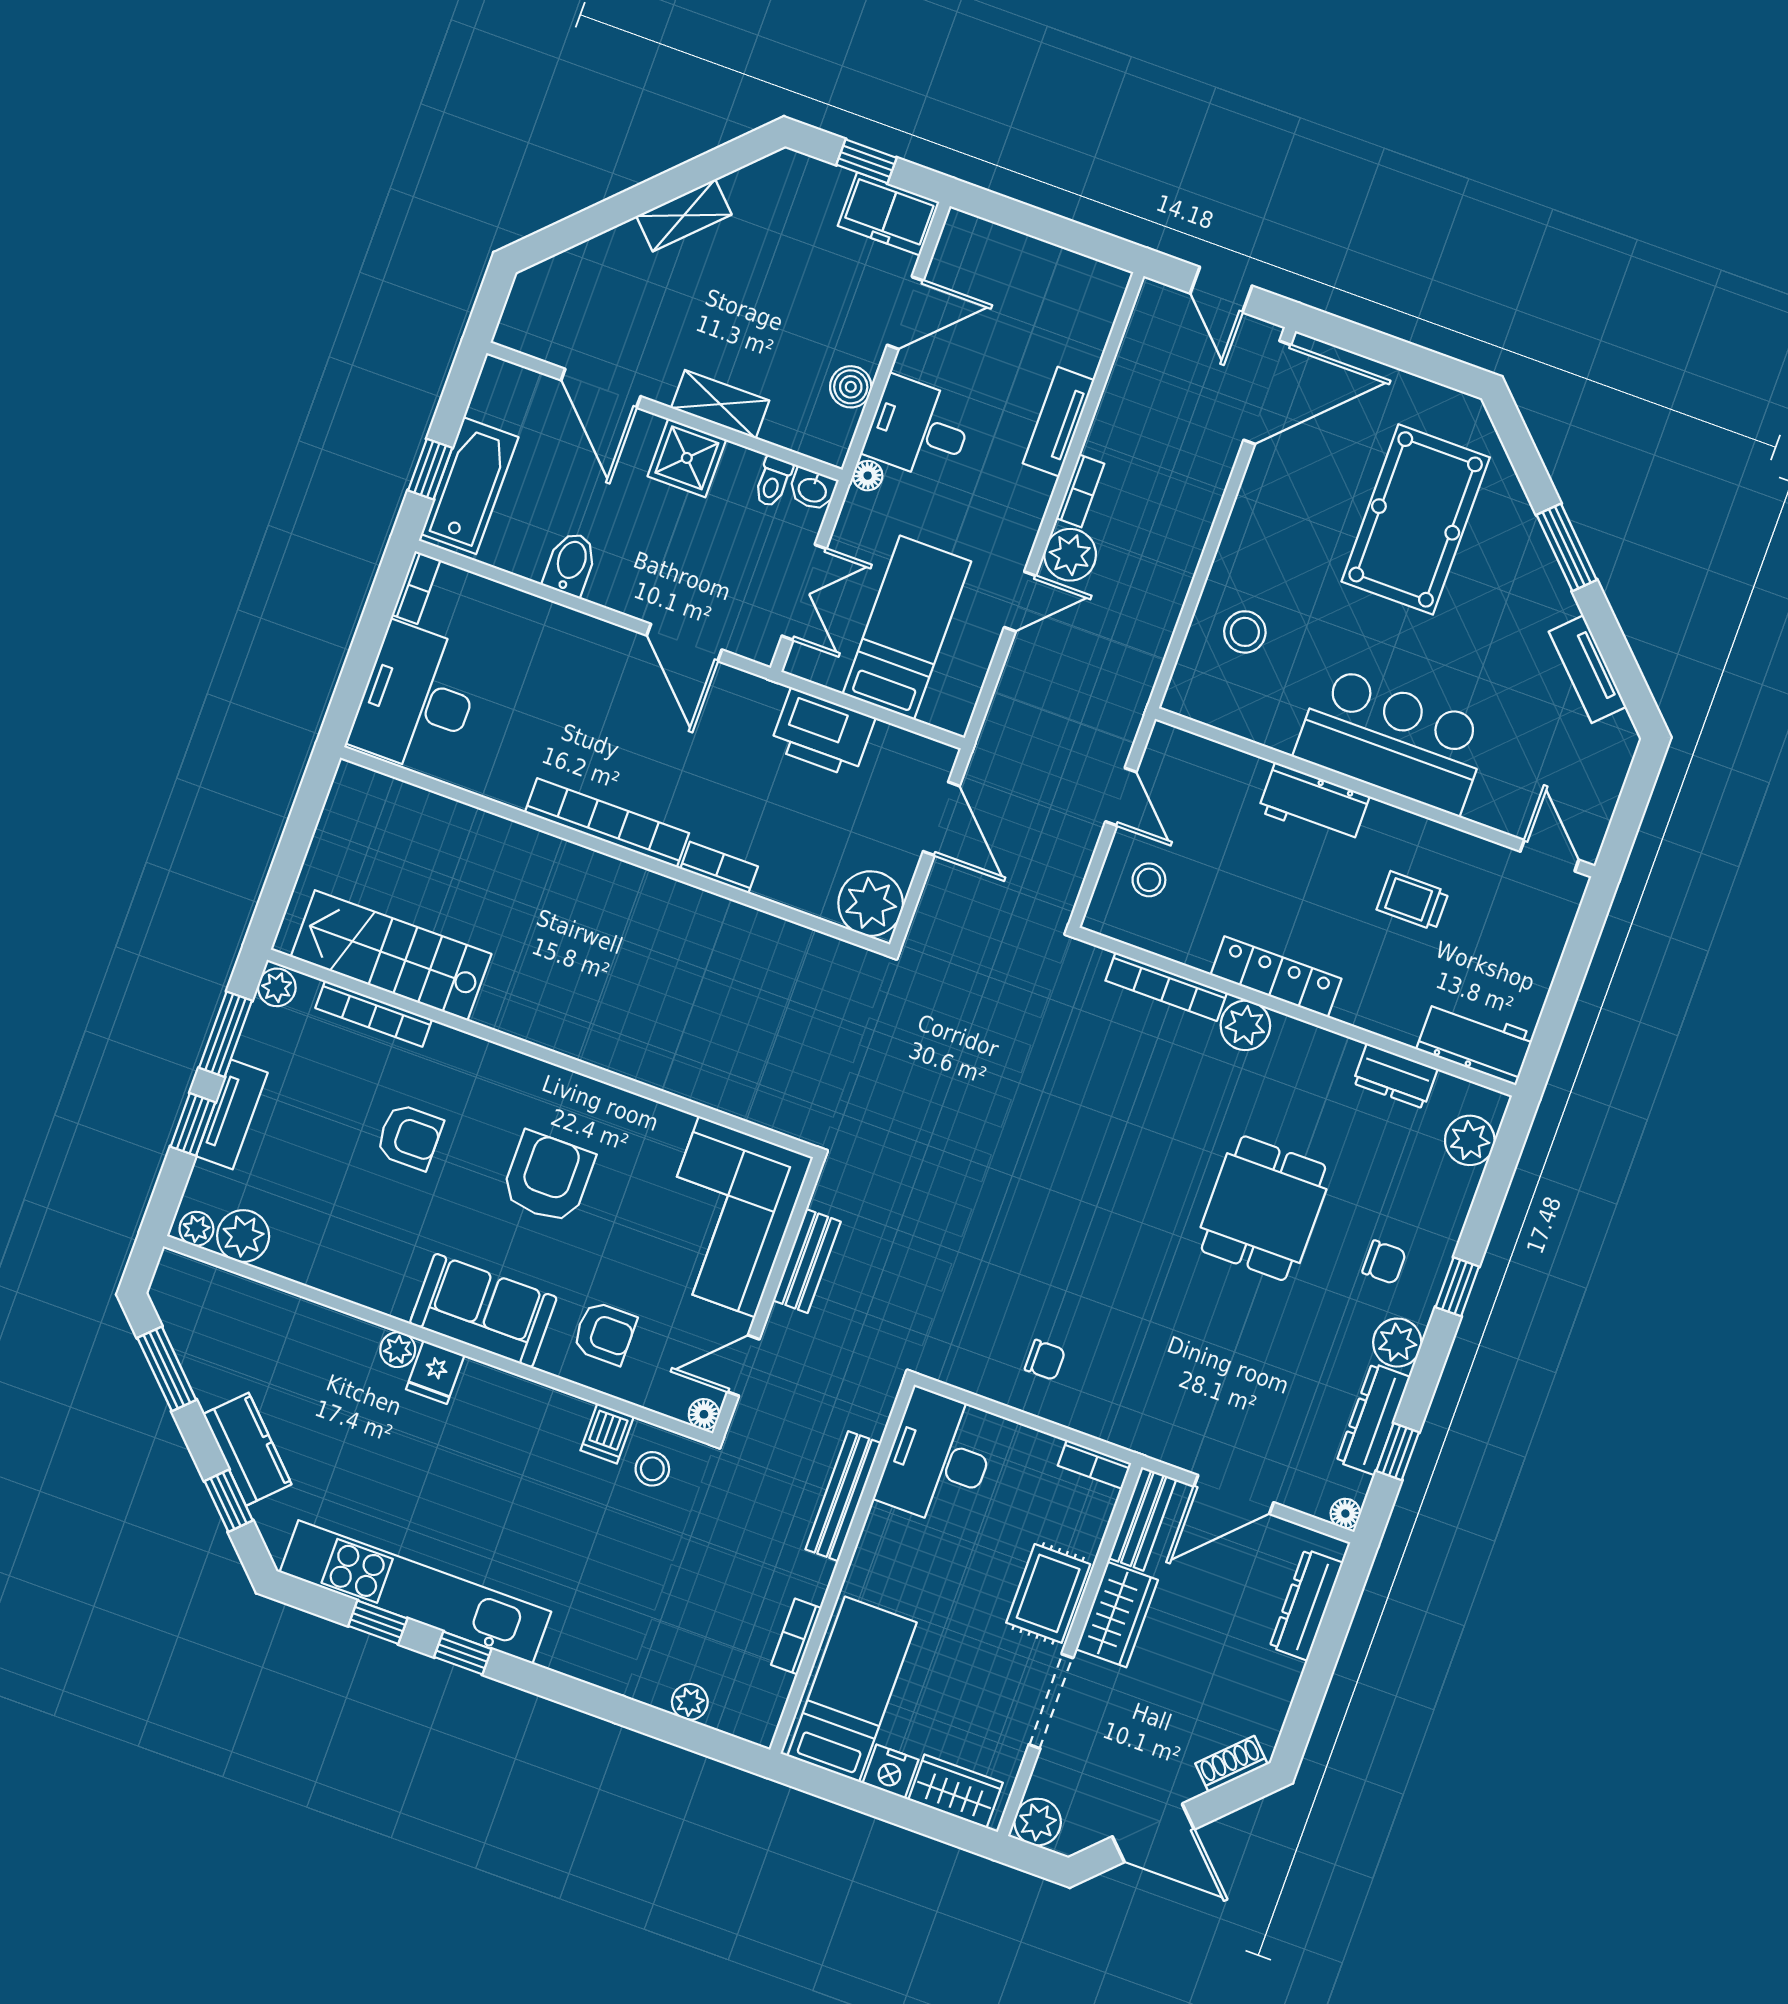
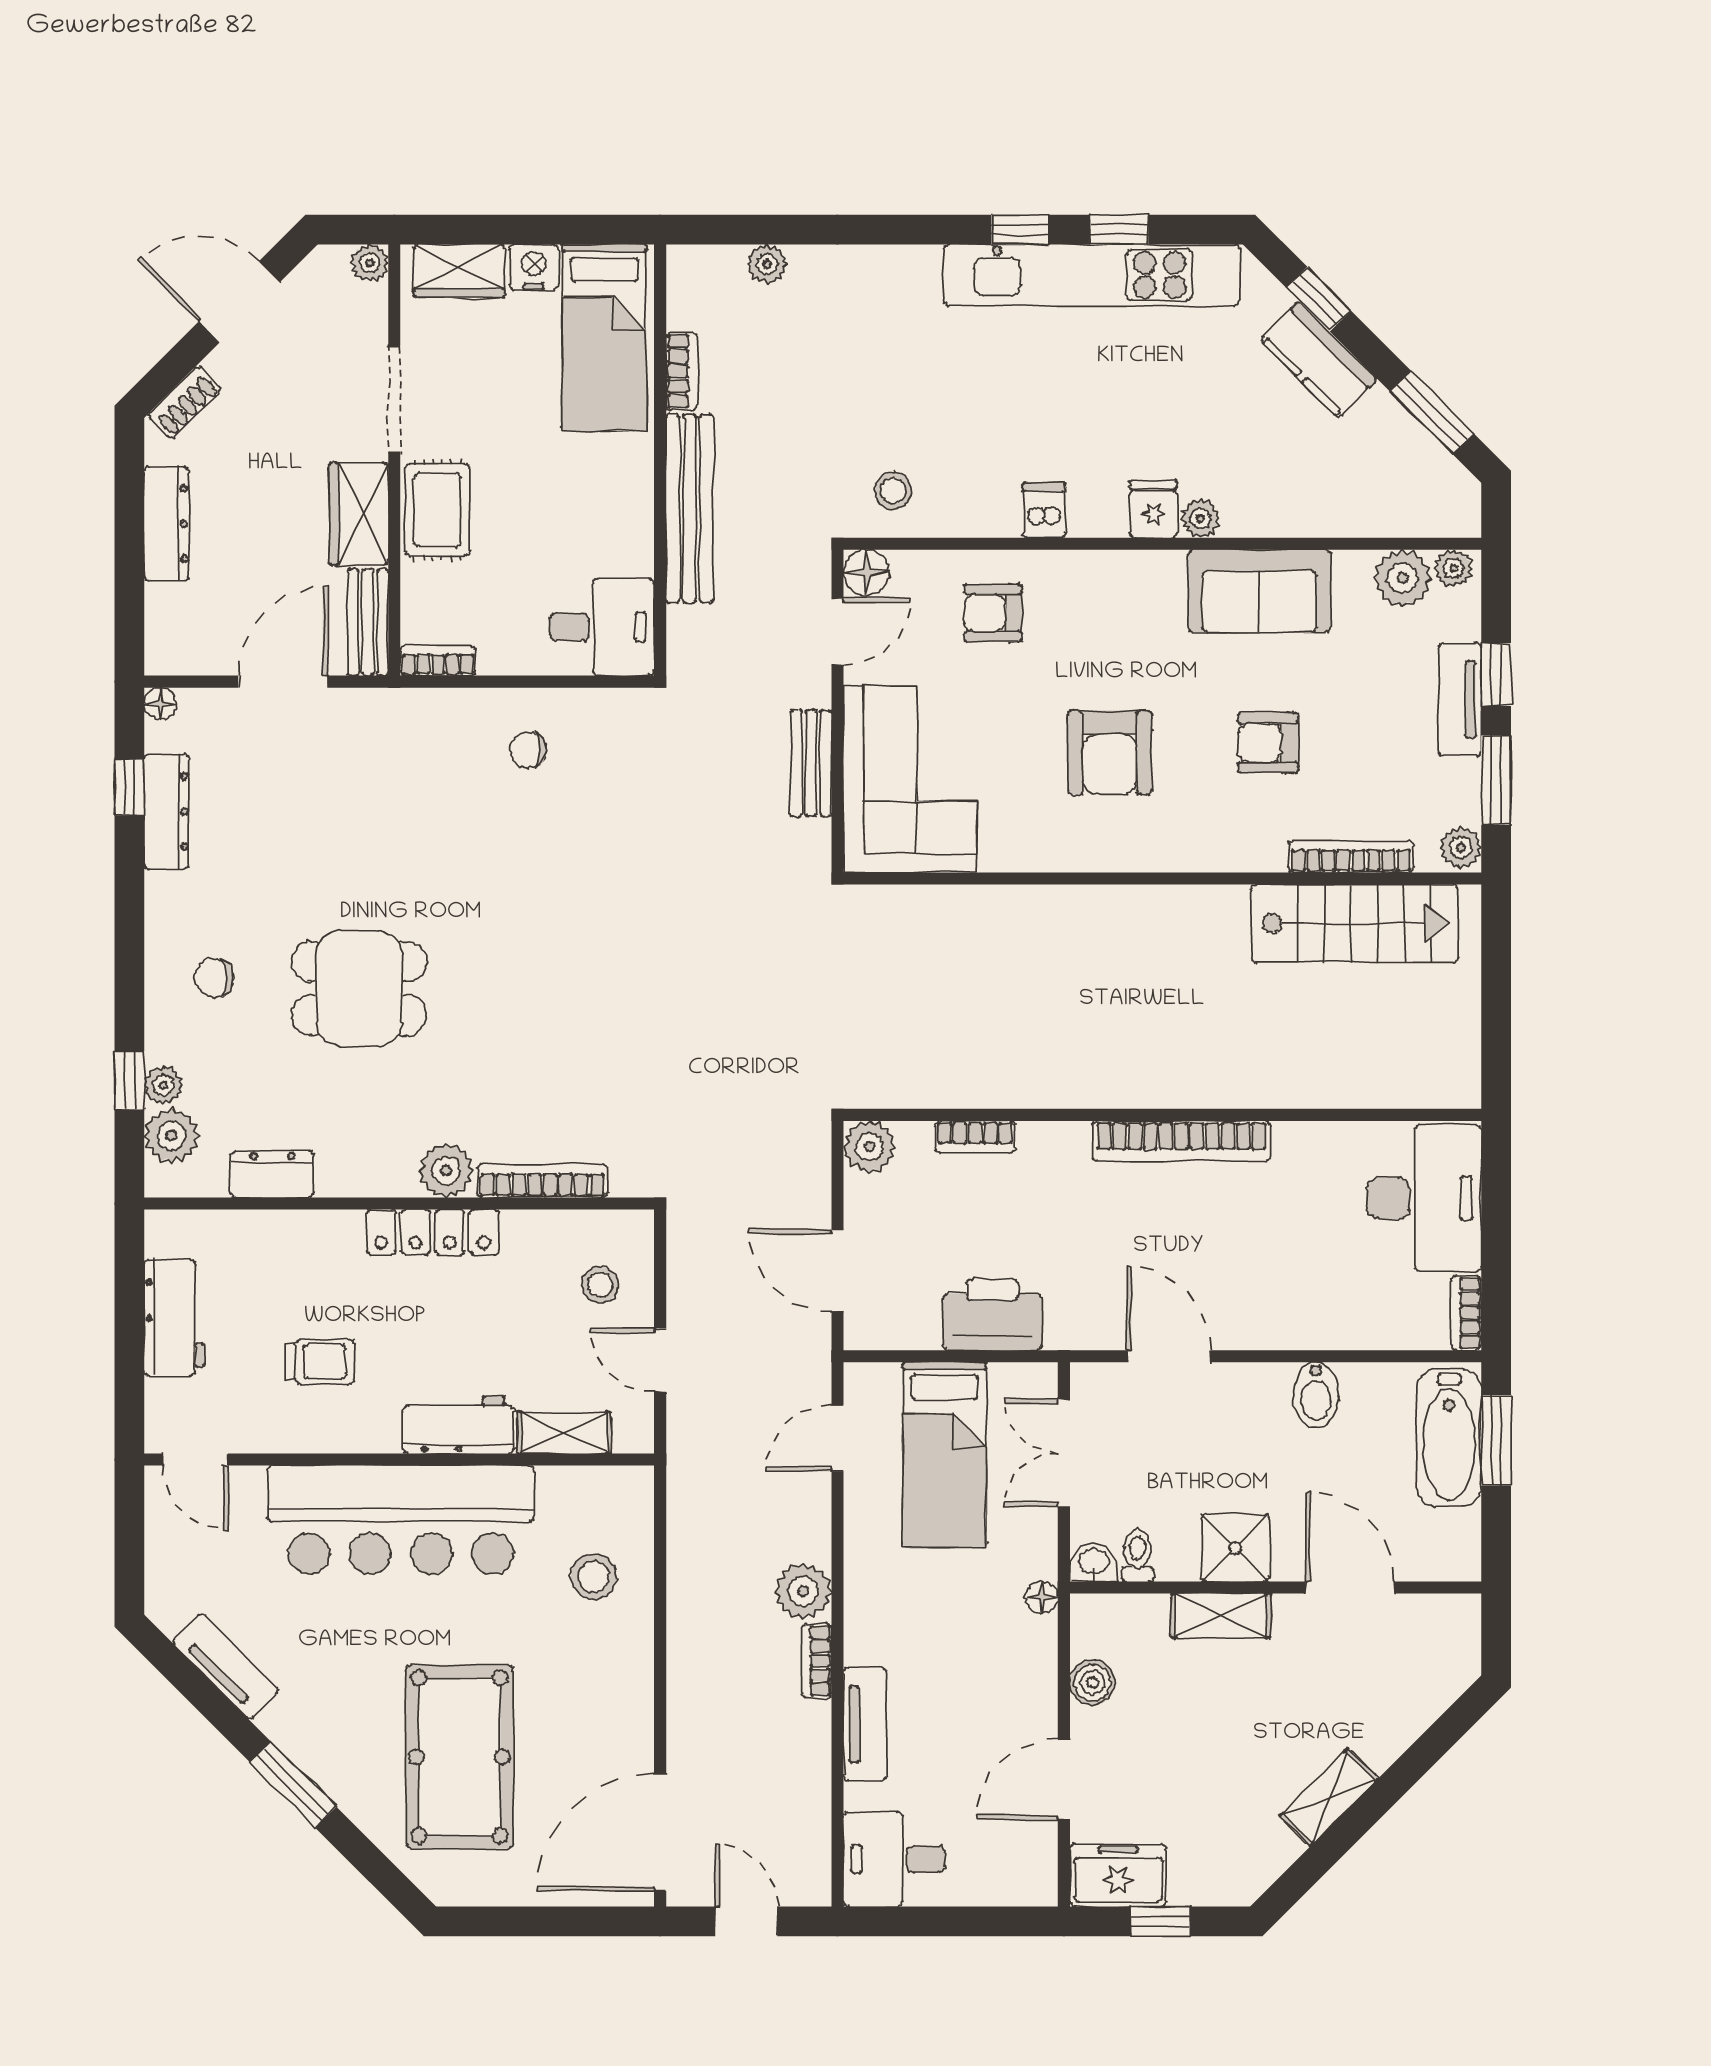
desk: (919, 429) -> (894, 1859), moved, turned 180
window: (430, 469) -> (1496, 1440), width x1.50
door: (1020, 602) -> (837, 1438), moved
bar counter: (1392, 740) -> (401, 1520), width x1.36
shelving: (1225, 764) -> (564, 1433), added
bookcase: (719, 868) -> (975, 1137), moved
plant: (871, 904) -> (869, 1147), width x0.73, depth x0.73
workbench: (1475, 1042) -> (174, 1318), moved, turned -90
dining table: (1263, 1208) -> (359, 988), turned 90
window: (1457, 1287) -> (129, 1081), moved
sofa: (483, 1311) -> (1259, 591), moved
plant: (1397, 1343) -> (163, 1085), moved, width x0.73, depth x0.73
floor lamp: (704, 1414) -> (866, 572), width x1.37, depth x1.37
dishwasher: (607, 1433) -> (1044, 510), moved
desk: (938, 1458) -> (602, 627), width x0.73
bench: (843, 1496) -> (690, 508), width x1.37, depth x1.21
dresser: (1306, 1605) -> (167, 524), moved
plant: (1038, 1822) -> (370, 263), width x0.73, depth x0.73

